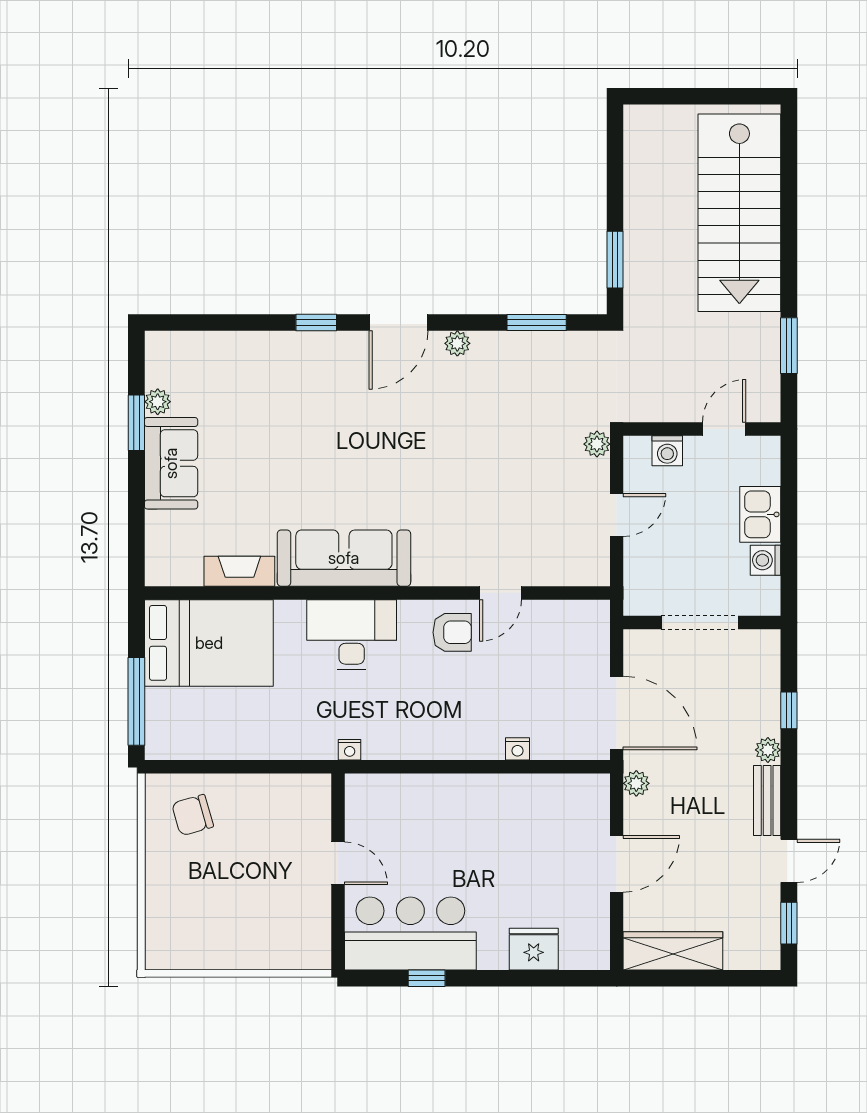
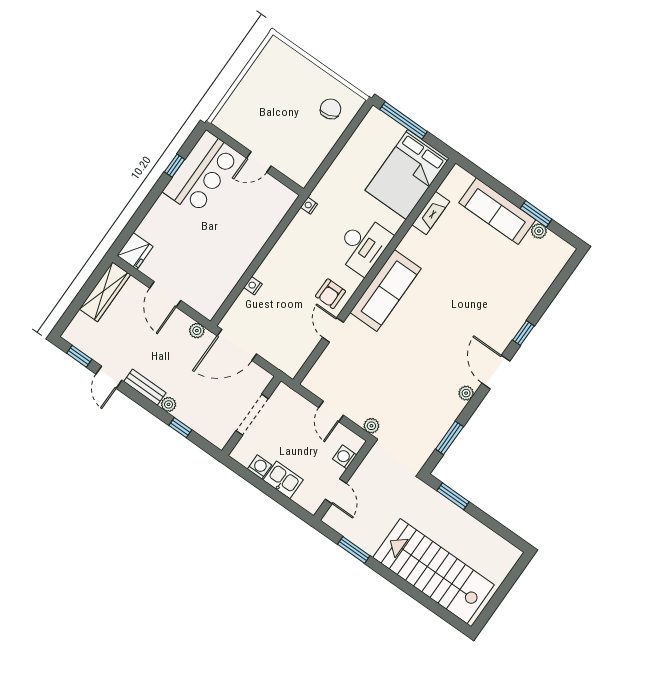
sofa: (171, 463) -> (497, 211), width x1.36
sofa: (344, 558) -> (386, 290), moved
fridge: (534, 949) -> (135, 251), moved

